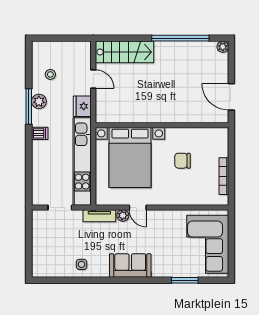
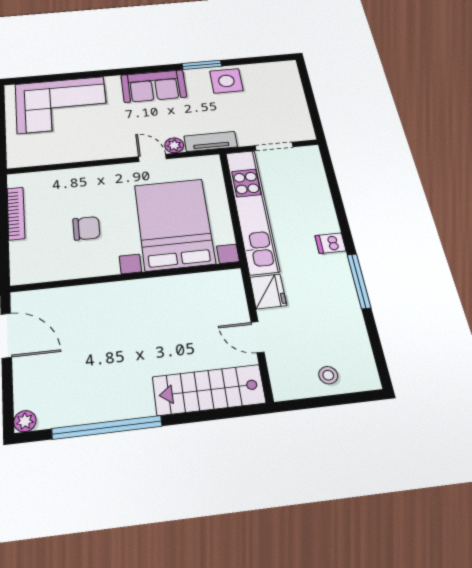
stool: (50, 74) -> (328, 375), moved
plant: (39, 101) -> (344, 291), removed
corner sofa: (208, 244) -> (61, 105), moved, turned 90
side table: (82, 264) -> (226, 81), width x1.87, depth x1.87
window: (185, 280) -> (202, 65), moved

